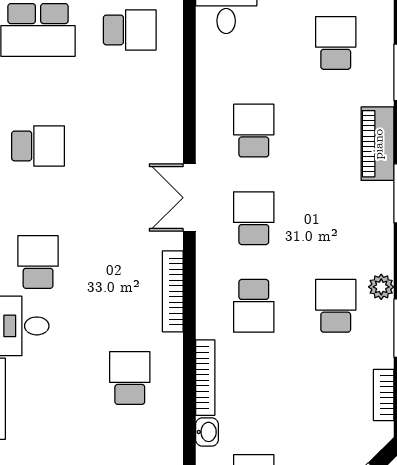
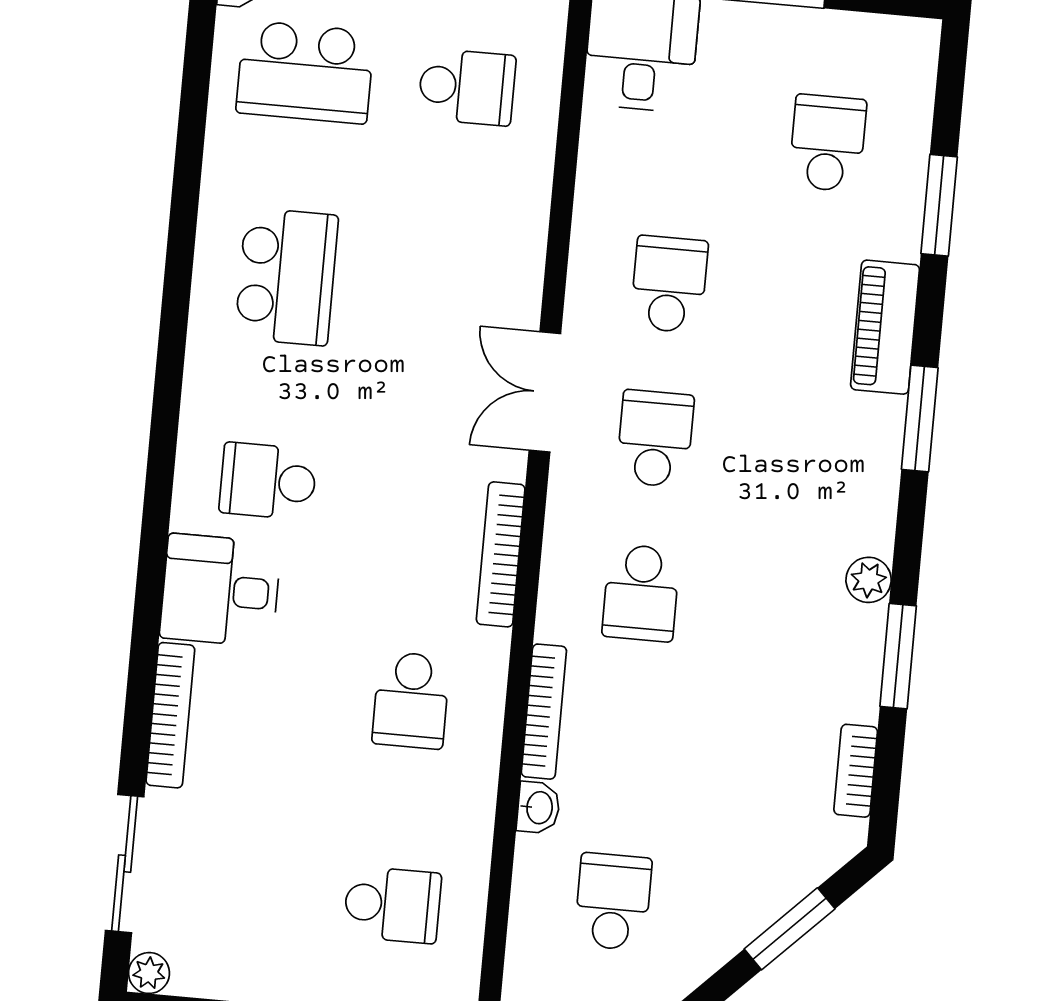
school desk: (38, 146) -> (287, 277), width x1.85
school desk: (38, 262) -> (268, 481), turned -90
school desk: (336, 306) -> (785, 606), removed
school desk: (130, 378) -> (411, 700), turned 180

